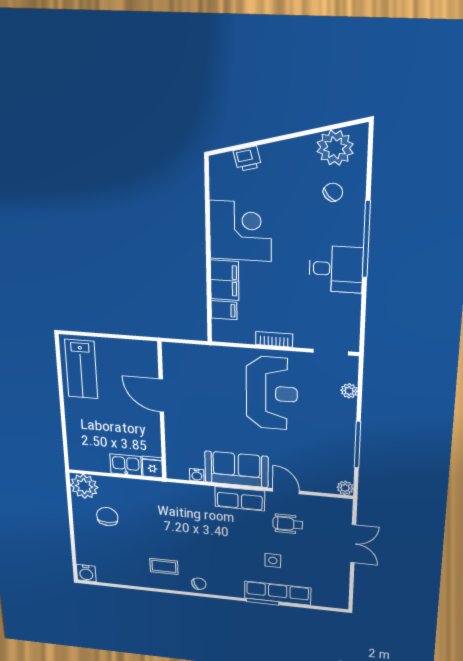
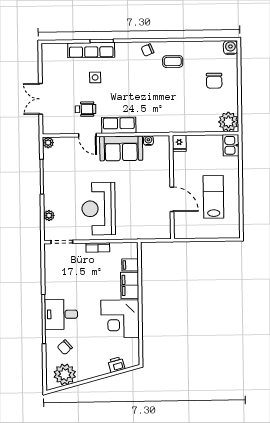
desk: (336, 269) -> (61, 314), moved
lab bench: (81, 369) -> (213, 197), moved
kitchen sink: (126, 465) -> (231, 145), moved, turned 90
chair: (107, 517) -> (214, 81), moved

